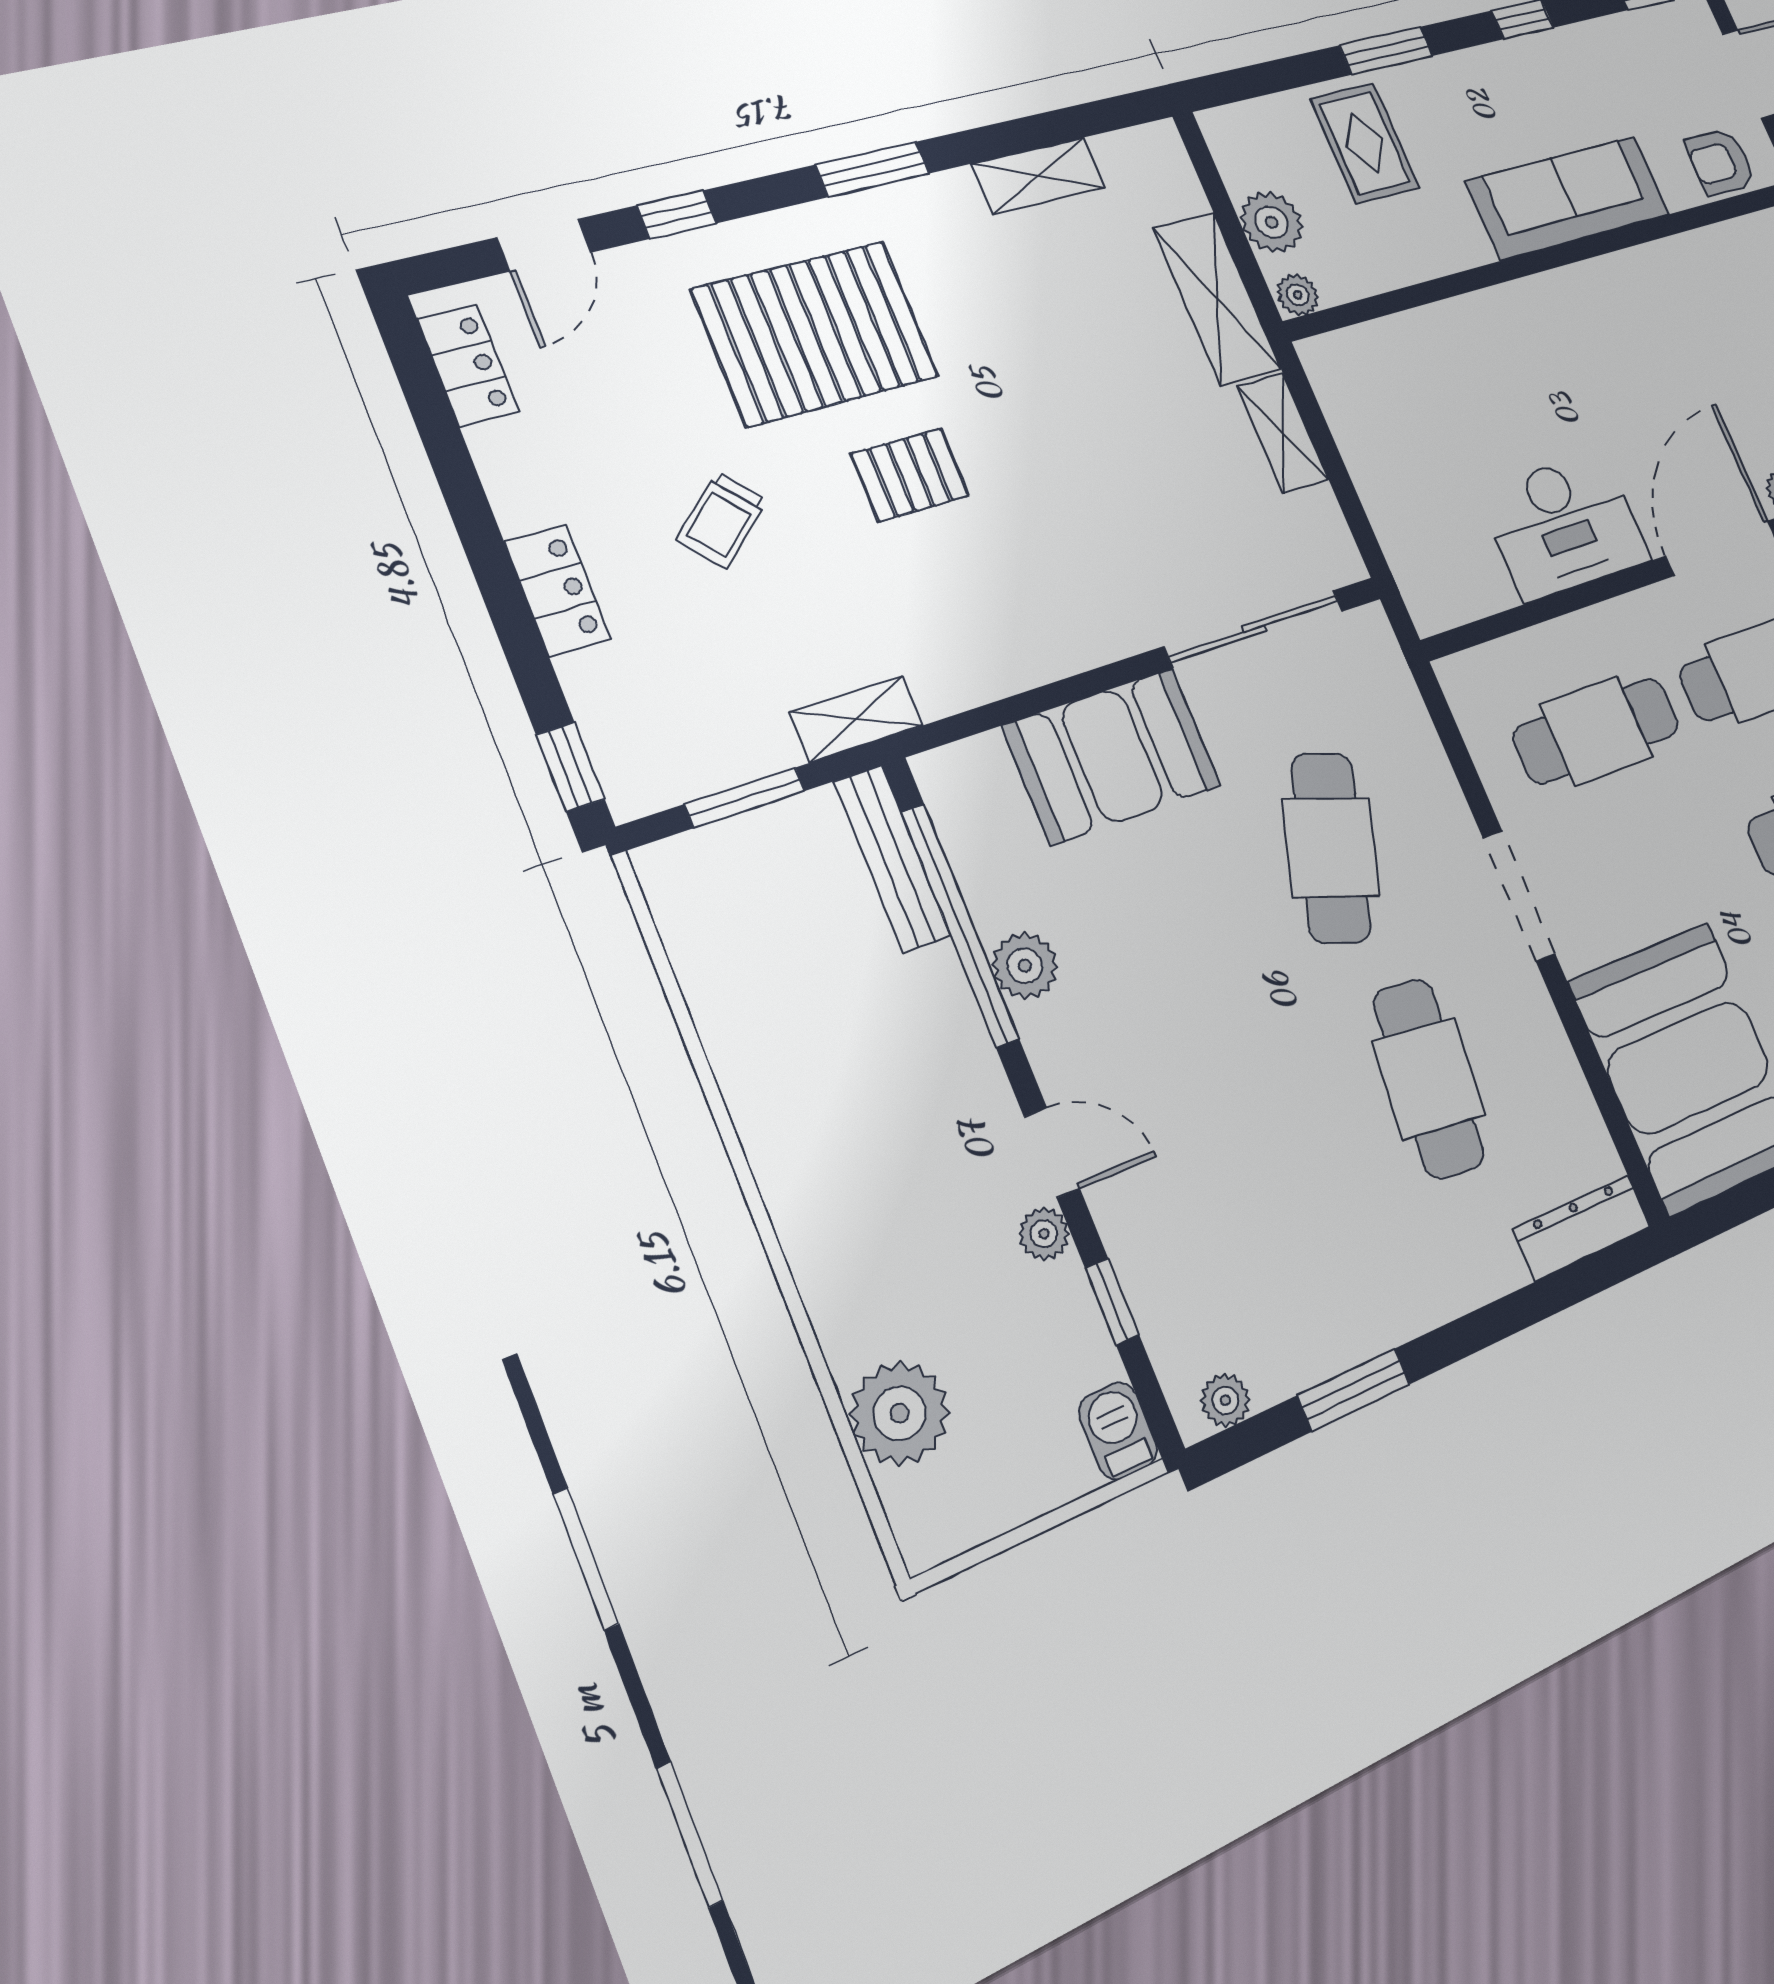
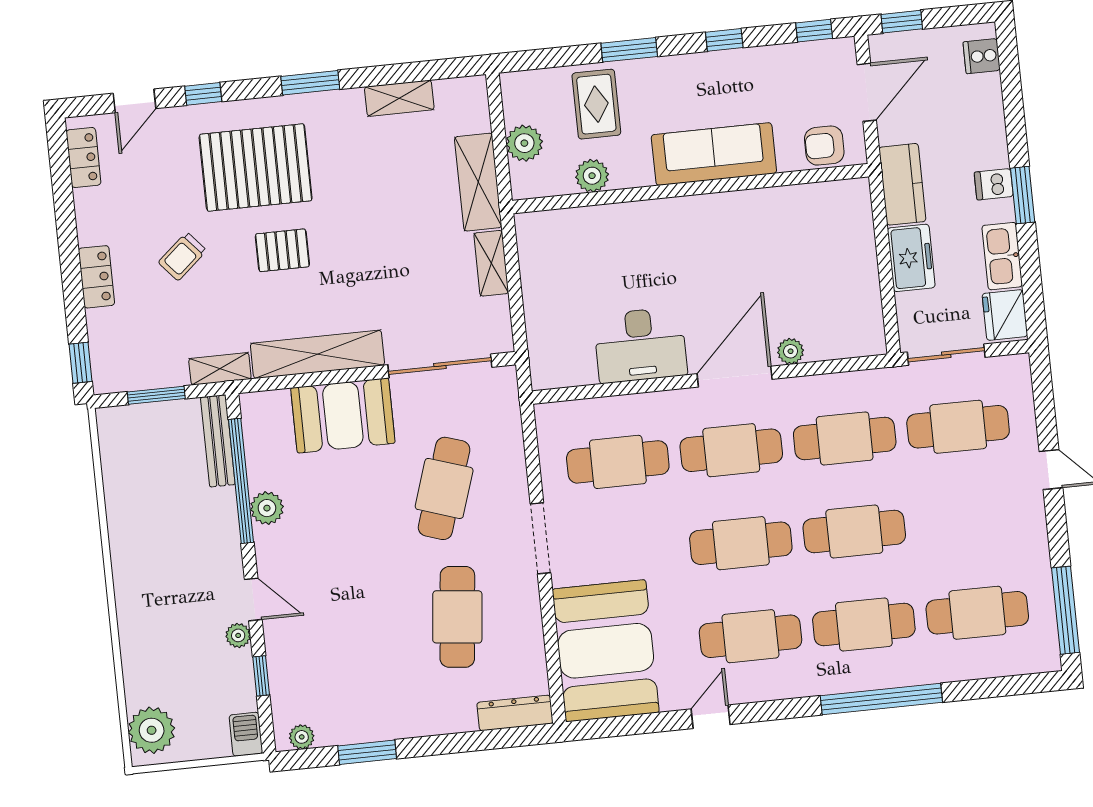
plant: (1298, 295) -> (592, 176), moved, width x1.38, depth x1.38
shelving: (1032, 653) -> (317, 354), added
plant: (900, 1413) -> (152, 730), moved

